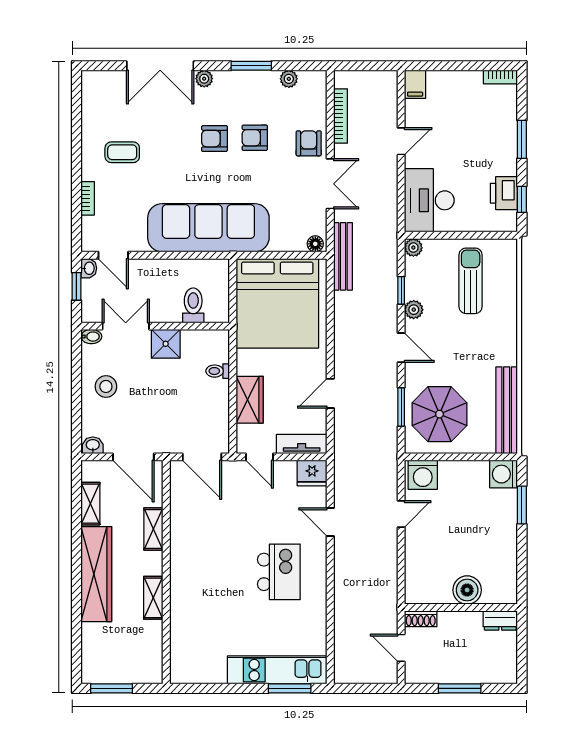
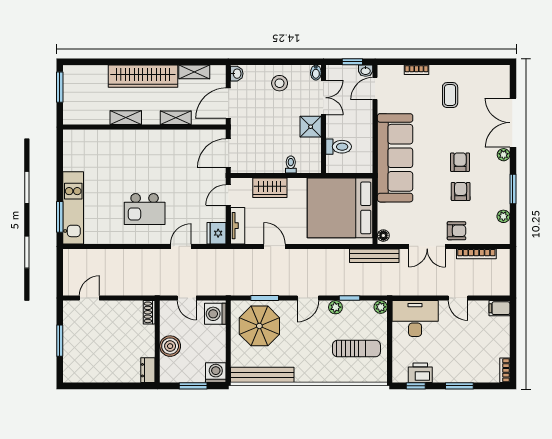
boiler: (467, 590) -> (170, 346), moved
wall: (461, 608) -> (157, 342), moved
shoe rack: (421, 619) -> (149, 312), moved
dresser: (500, 621) -> (148, 370), moved

